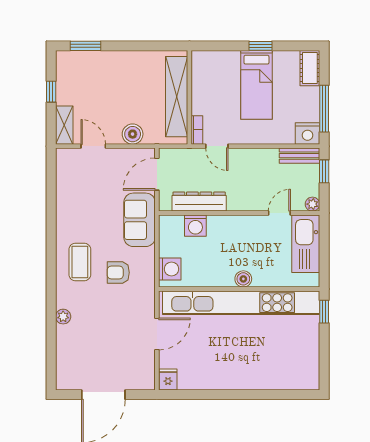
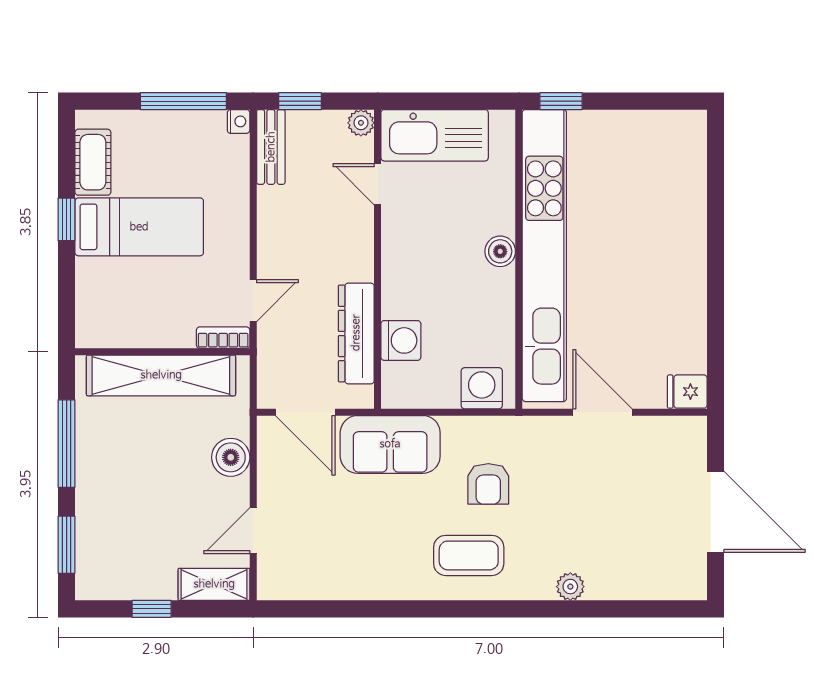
window: (140, 46) -> (67, 444), added
cot: (310, 68) -> (93, 162), moved, turned 90
nightstand: (307, 133) -> (239, 121), width x0.53, depth x0.56

